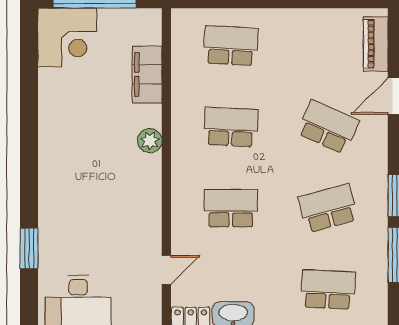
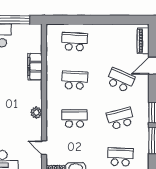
filing cabinet: (147, 74) -> (35, 67), moved
plant: (150, 141) -> (36, 112), moved
door: (166, 270) -> (44, 148), swing flipped

